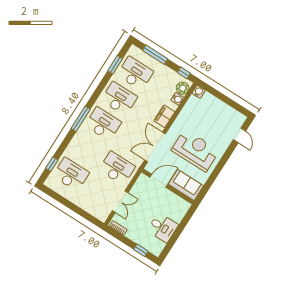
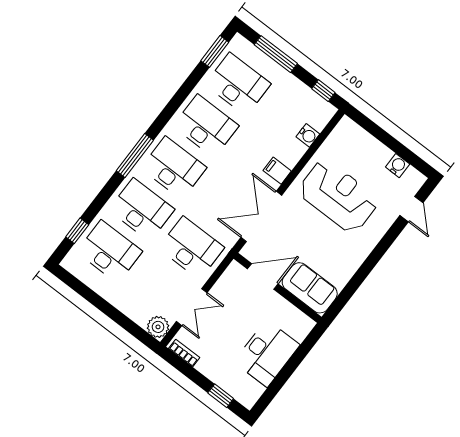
window: (115, 65) -> (215, 51), moved
plant: (183, 88) -> (158, 327), moved
water cooler: (199, 92) -> (398, 166), moved
filing cabinet: (164, 116) -> (277, 171), width x0.50
desk: (87, 149) -> (142, 210), added
reception desk: (195, 150) -> (338, 196), moved
desk: (163, 228) -> (267, 353), width x1.37

